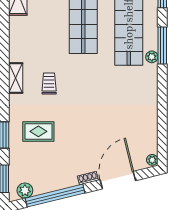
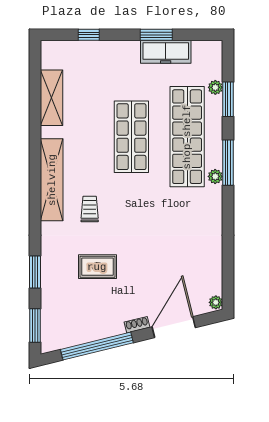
shelving: (16, 78) -> (52, 180), width x2.20, depth x1.33
rug: (38, 131) -> (97, 267), moved
plant: (25, 191) -> (60, 340), removed

